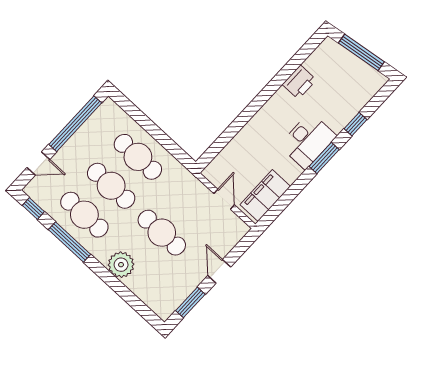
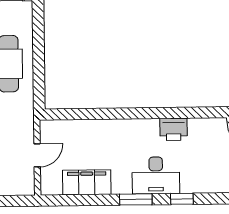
desk: (308, 141) -> (156, 175), moved
filing cabinet: (265, 196) -> (87, 182), moved

